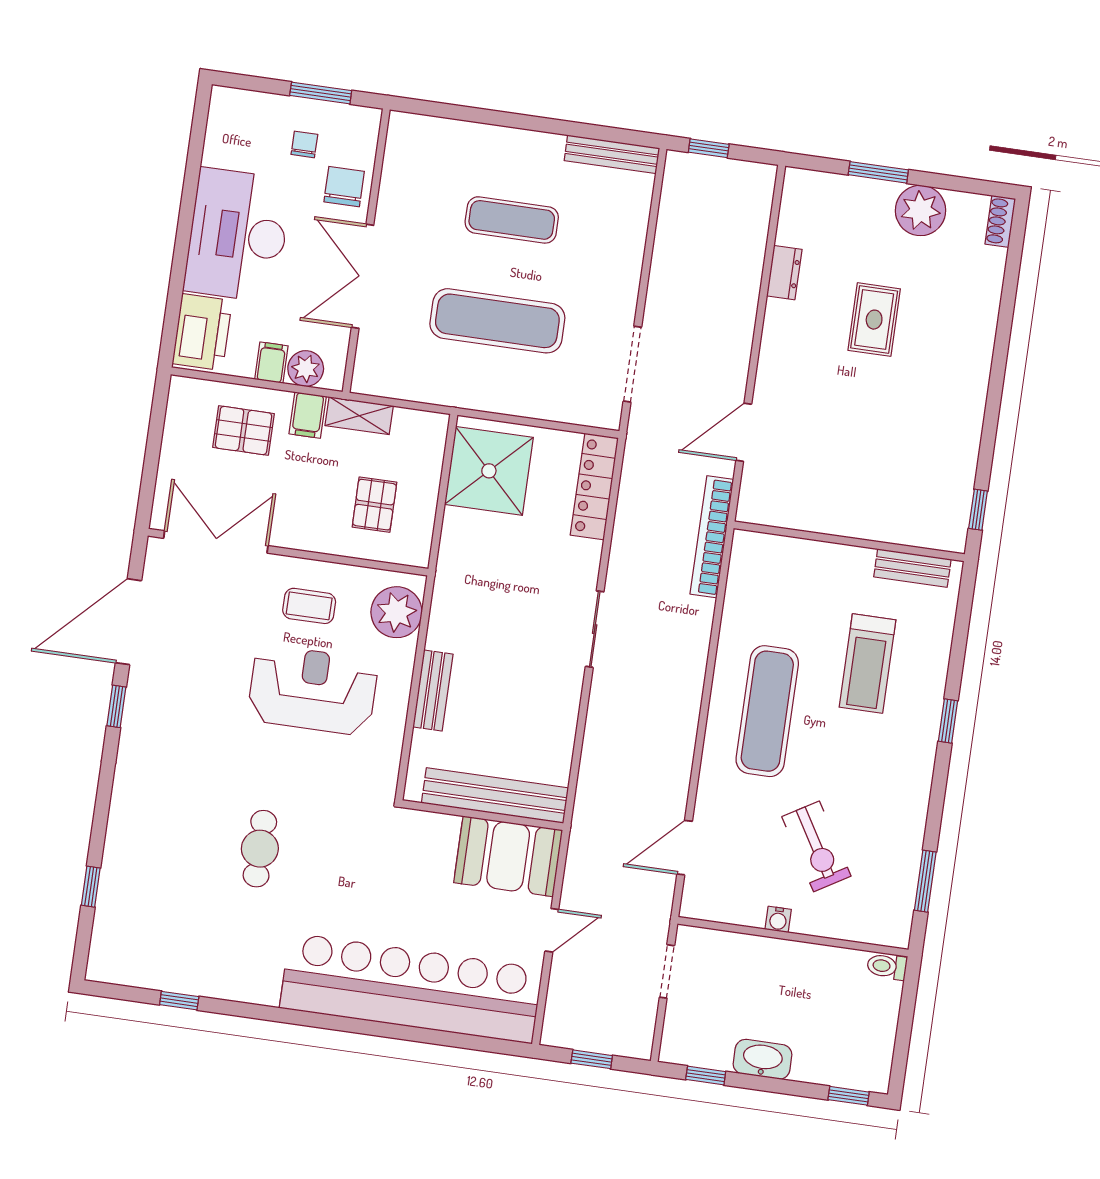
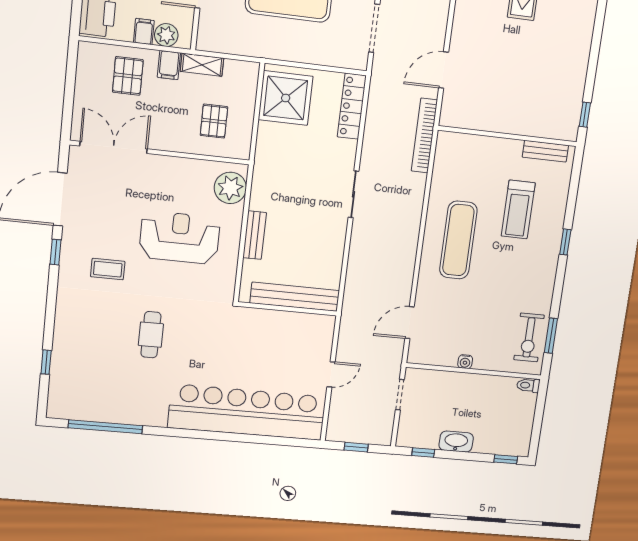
pallet: (243, 431) -> (128, 76), turned 90
coffee table: (309, 606) -> (108, 269), moved
exercise bike: (816, 846) -> (529, 337), moved, turned 31
booth: (508, 856) -> (304, 332), removed
window: (179, 1001) -> (105, 427), width x3.17

